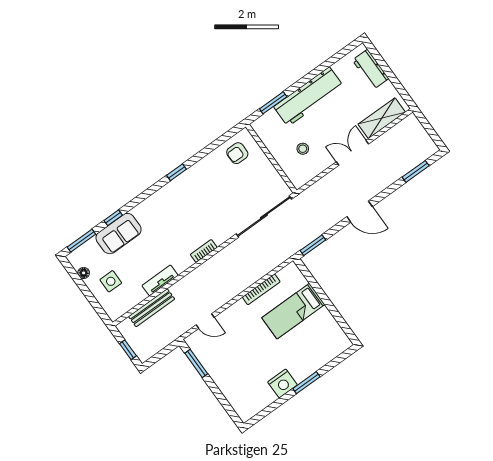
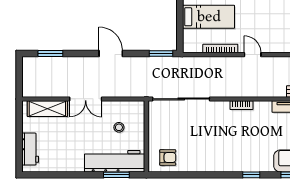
workbench: (309, 97) -> (115, 161), moved
window: (177, 172) -> (251, 175), moved
door: (205, 321) -> (253, 55), moved

